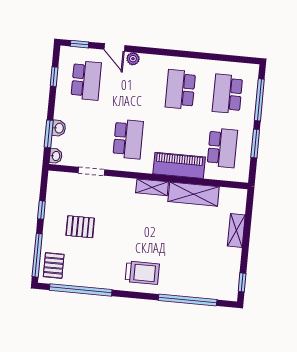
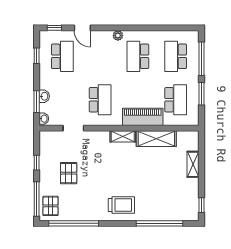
plant: (133, 59) -> (118, 36), moved
pallet: (80, 227) -> (69, 173), turned 90

